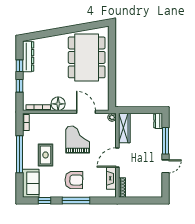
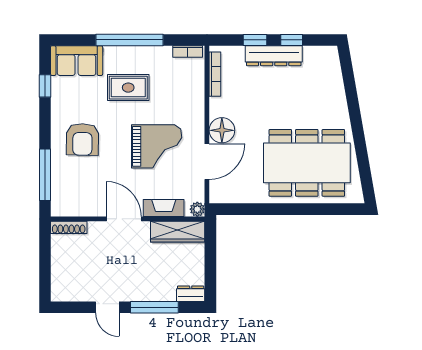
dresser: (28, 56) -> (274, 56), moved
floor lamp: (58, 104) -> (222, 130), moved
fireplace: (111, 178) -> (164, 208), moved
window: (76, 200) -> (45, 175), moved

